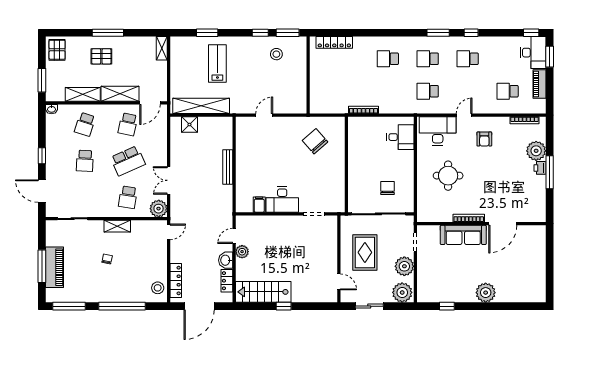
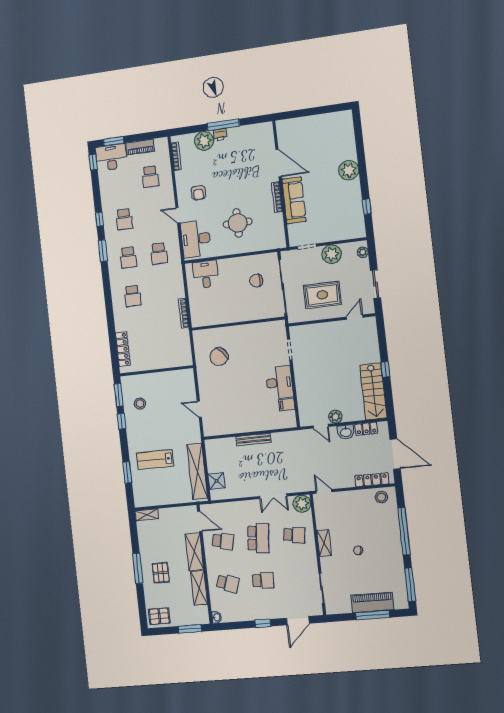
armchair: (484, 139) -> (198, 193), turned 90
school desk: (128, 161) -> (258, 538), turned 30
plant: (402, 292) -> (363, 252), width x0.53, depth x0.53

